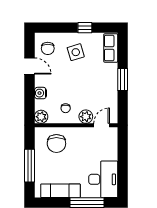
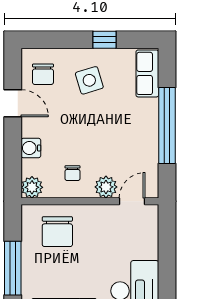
window: (123, 79) -> (167, 126), width x2.11

